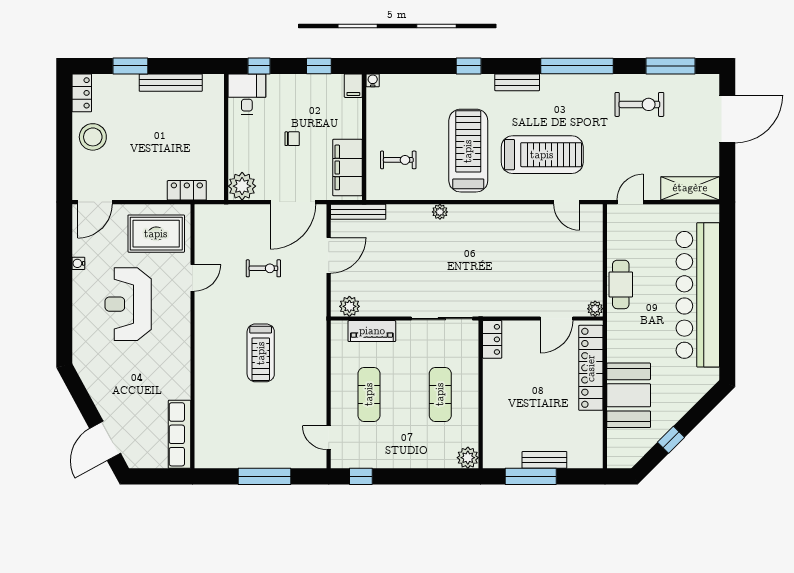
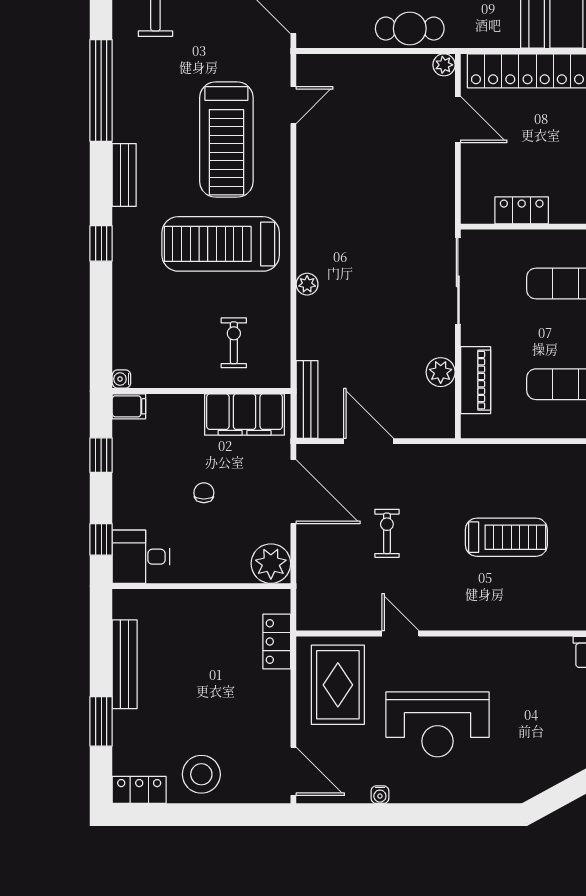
treadmill: (542, 155) -> (226, 140), turned 180
plant: (349, 306) -> (441, 372), moved
locker: (492, 339) -> (522, 210), moved

